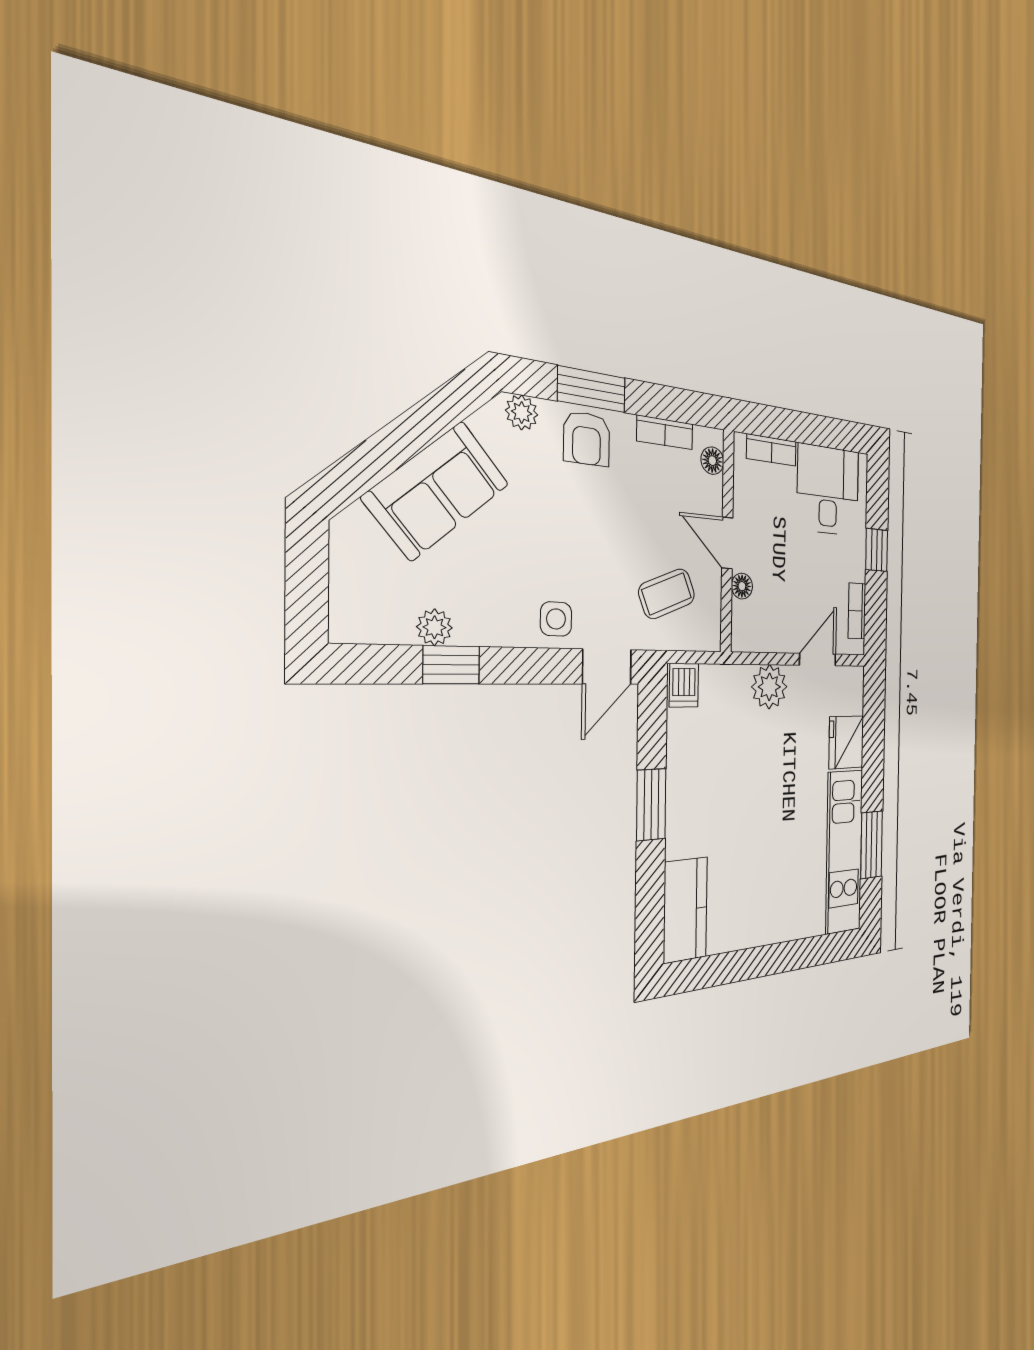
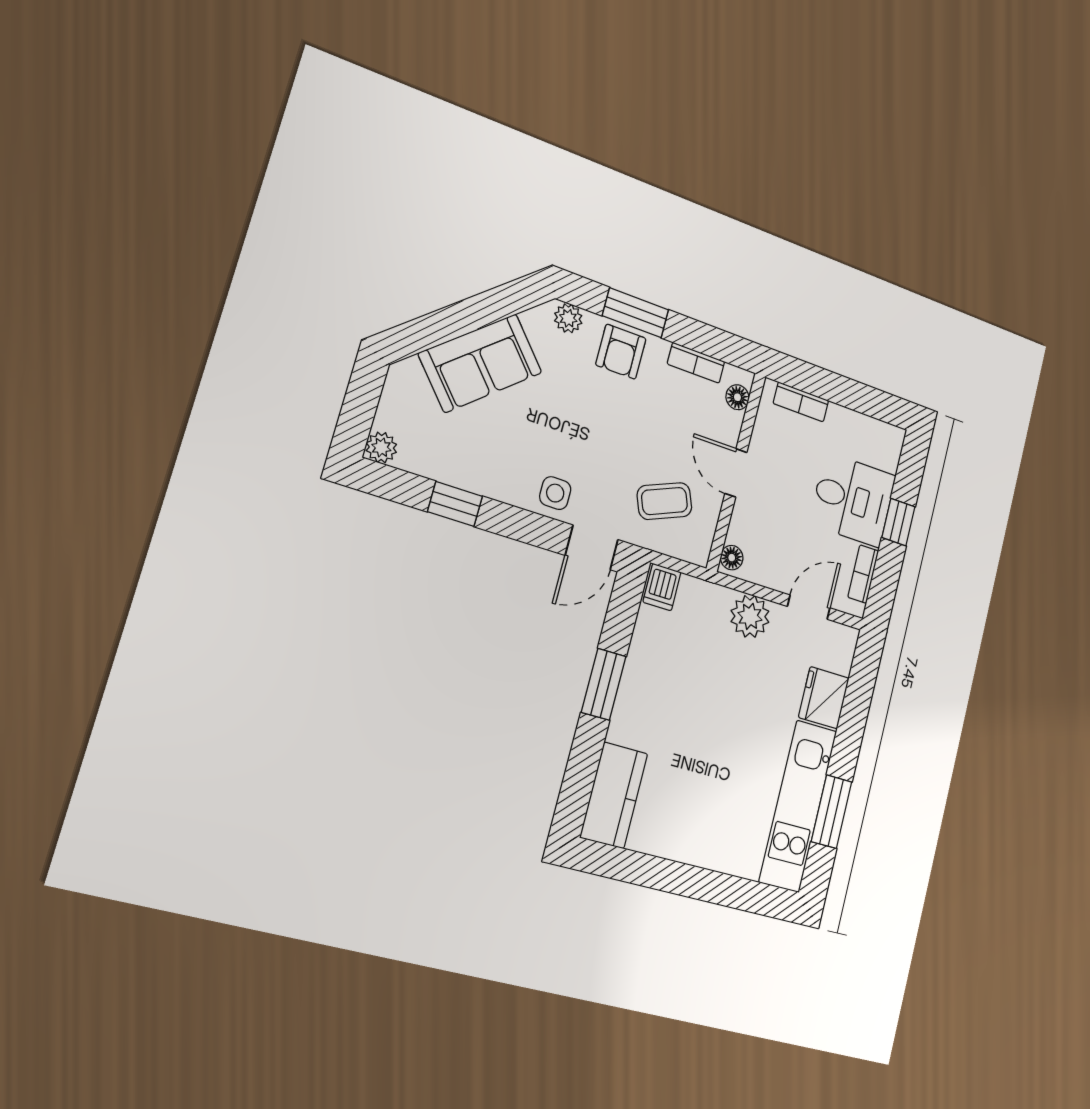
desk: (828, 490) -> (853, 500), moved, turned 90
floor lamp: (742, 586) -> (732, 558), moved
plant: (435, 627) -> (381, 447), moved

